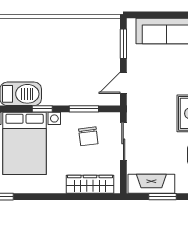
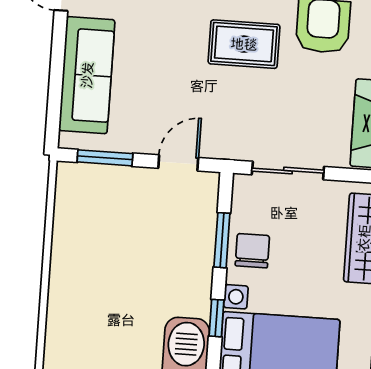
door: (123, 83) -> (178, 163), swing flipped
chair: (88, 136) -> (252, 251), moved, turned -83

